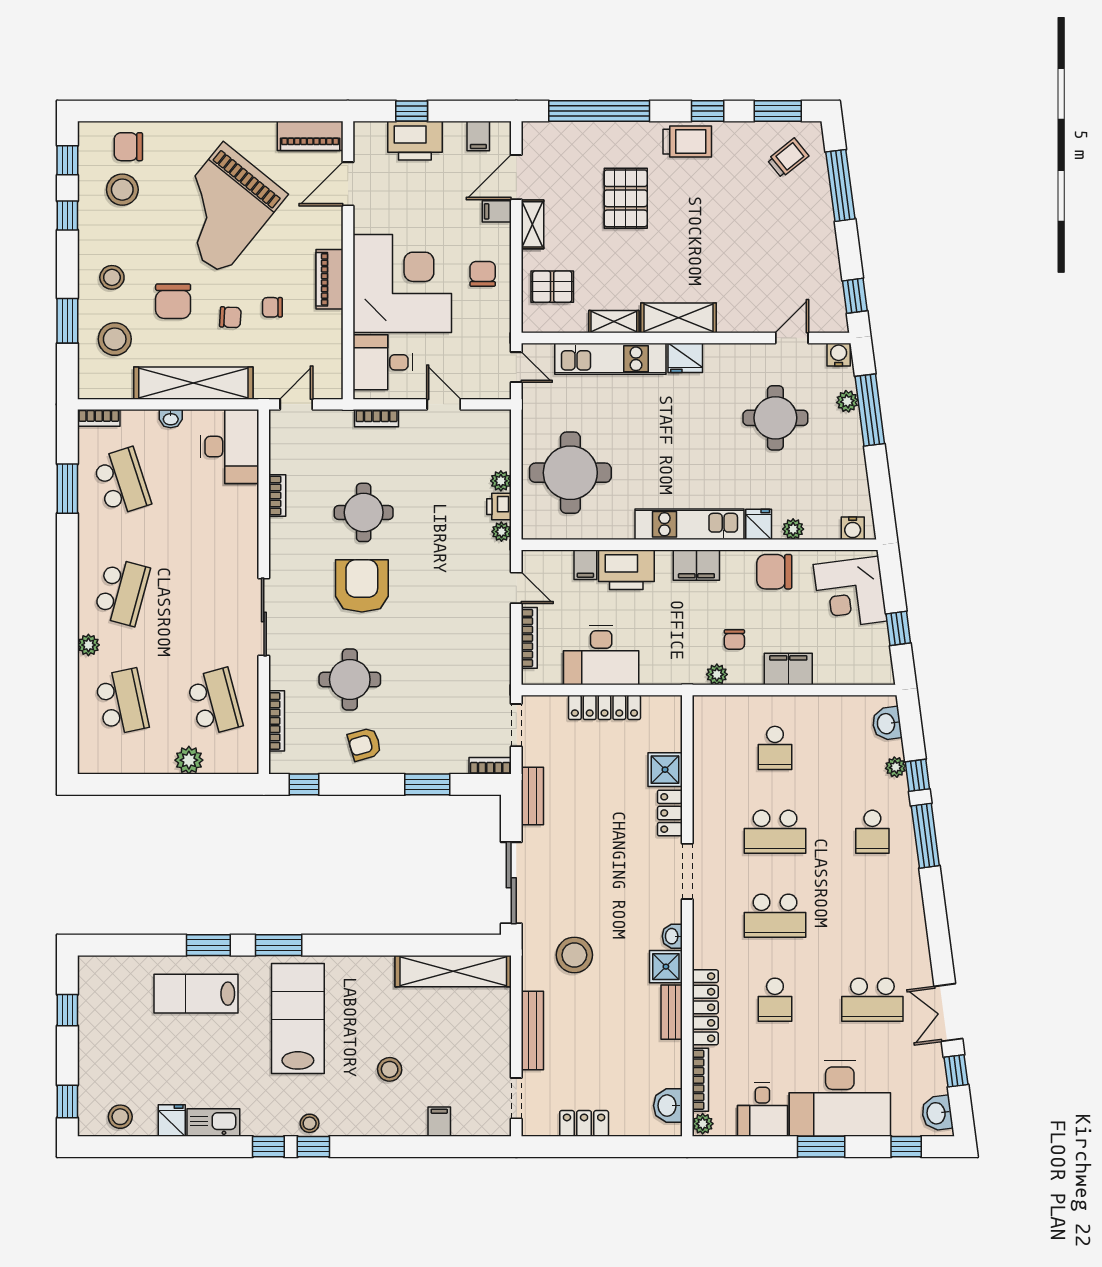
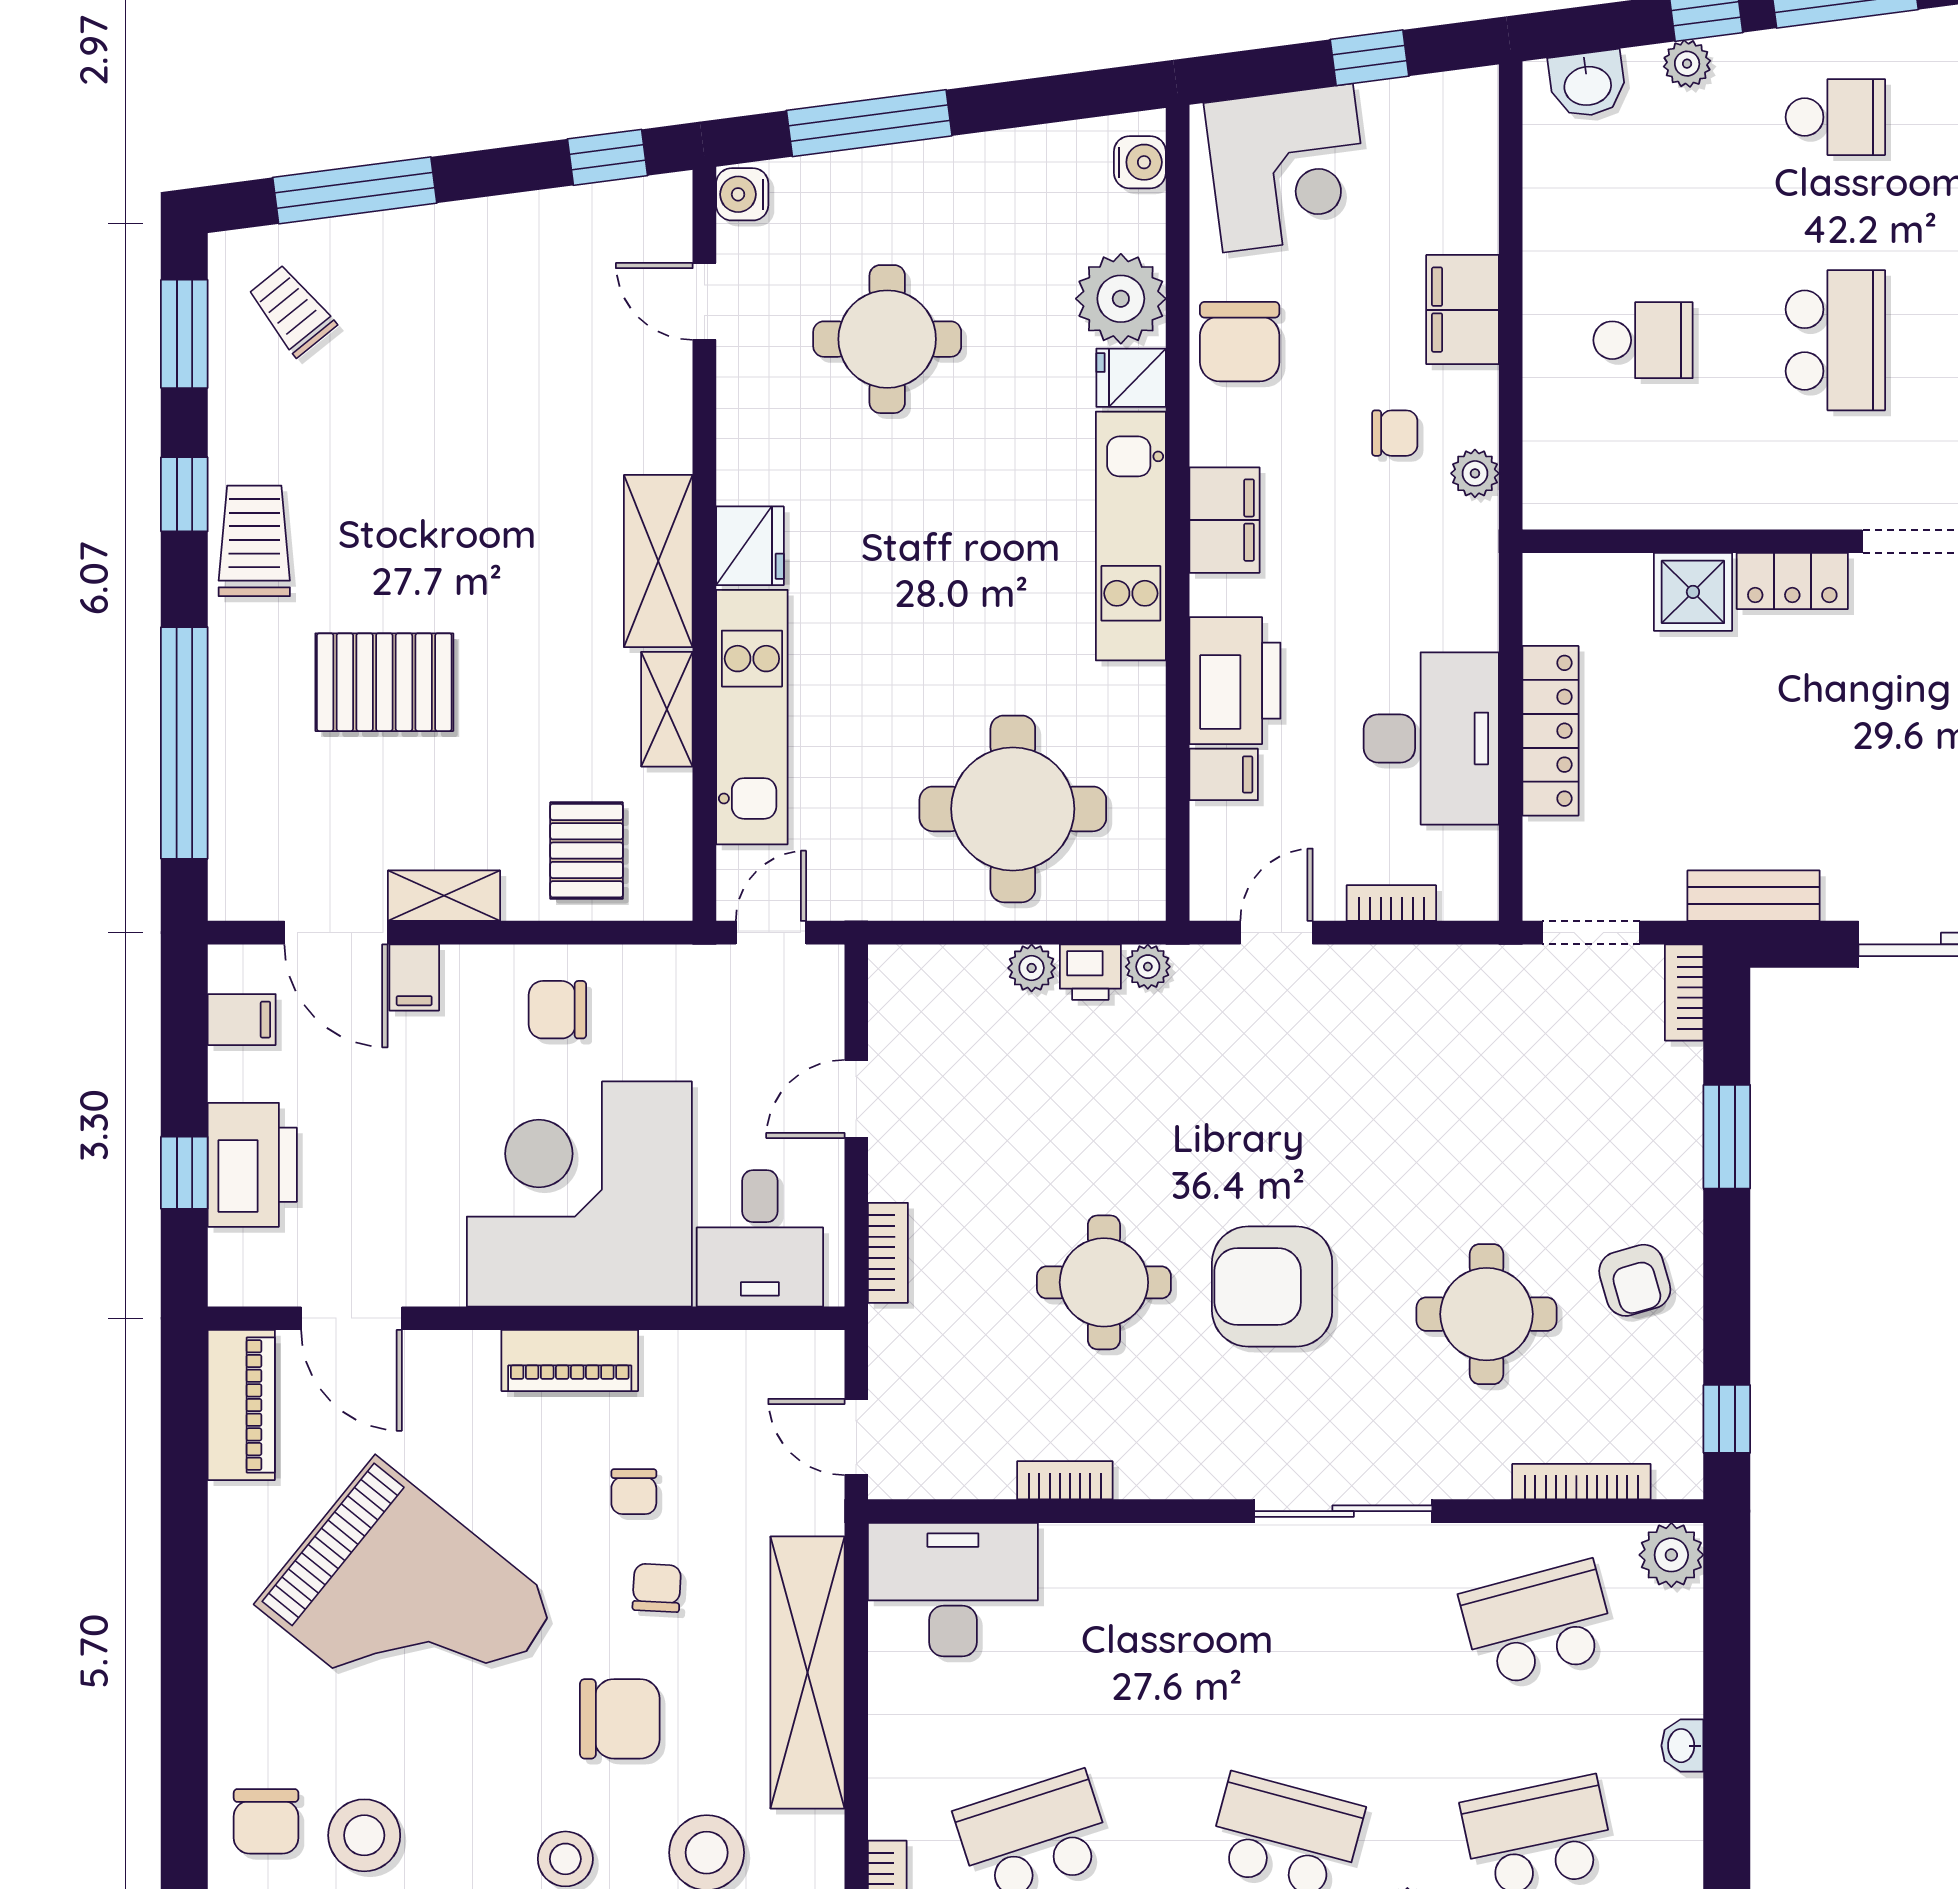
plant: (847, 401) -> (849, 174), removed
washbasin: (171, 419) -> (1682, 1746), moved, turned 180
plant: (793, 529) -> (1121, 299), width x1.87, depth x1.87
bookcase: (529, 638) -> (1391, 903), width x0.64
plant: (189, 760) -> (1671, 1555), moved

